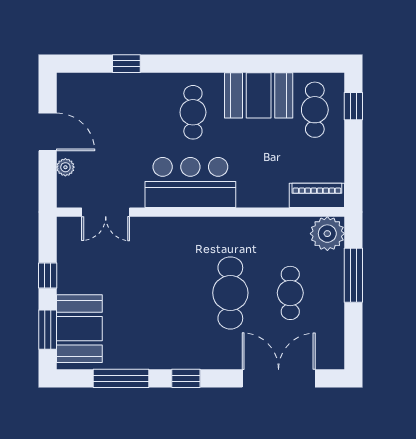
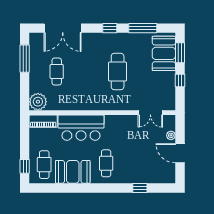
bar counter: (190, 182) -> (81, 128), moved
double door: (106, 212) -> (150, 113), swing flipped
window: (353, 275) -> (25, 59), moved
cafe table: (230, 293) -> (118, 72), moved

